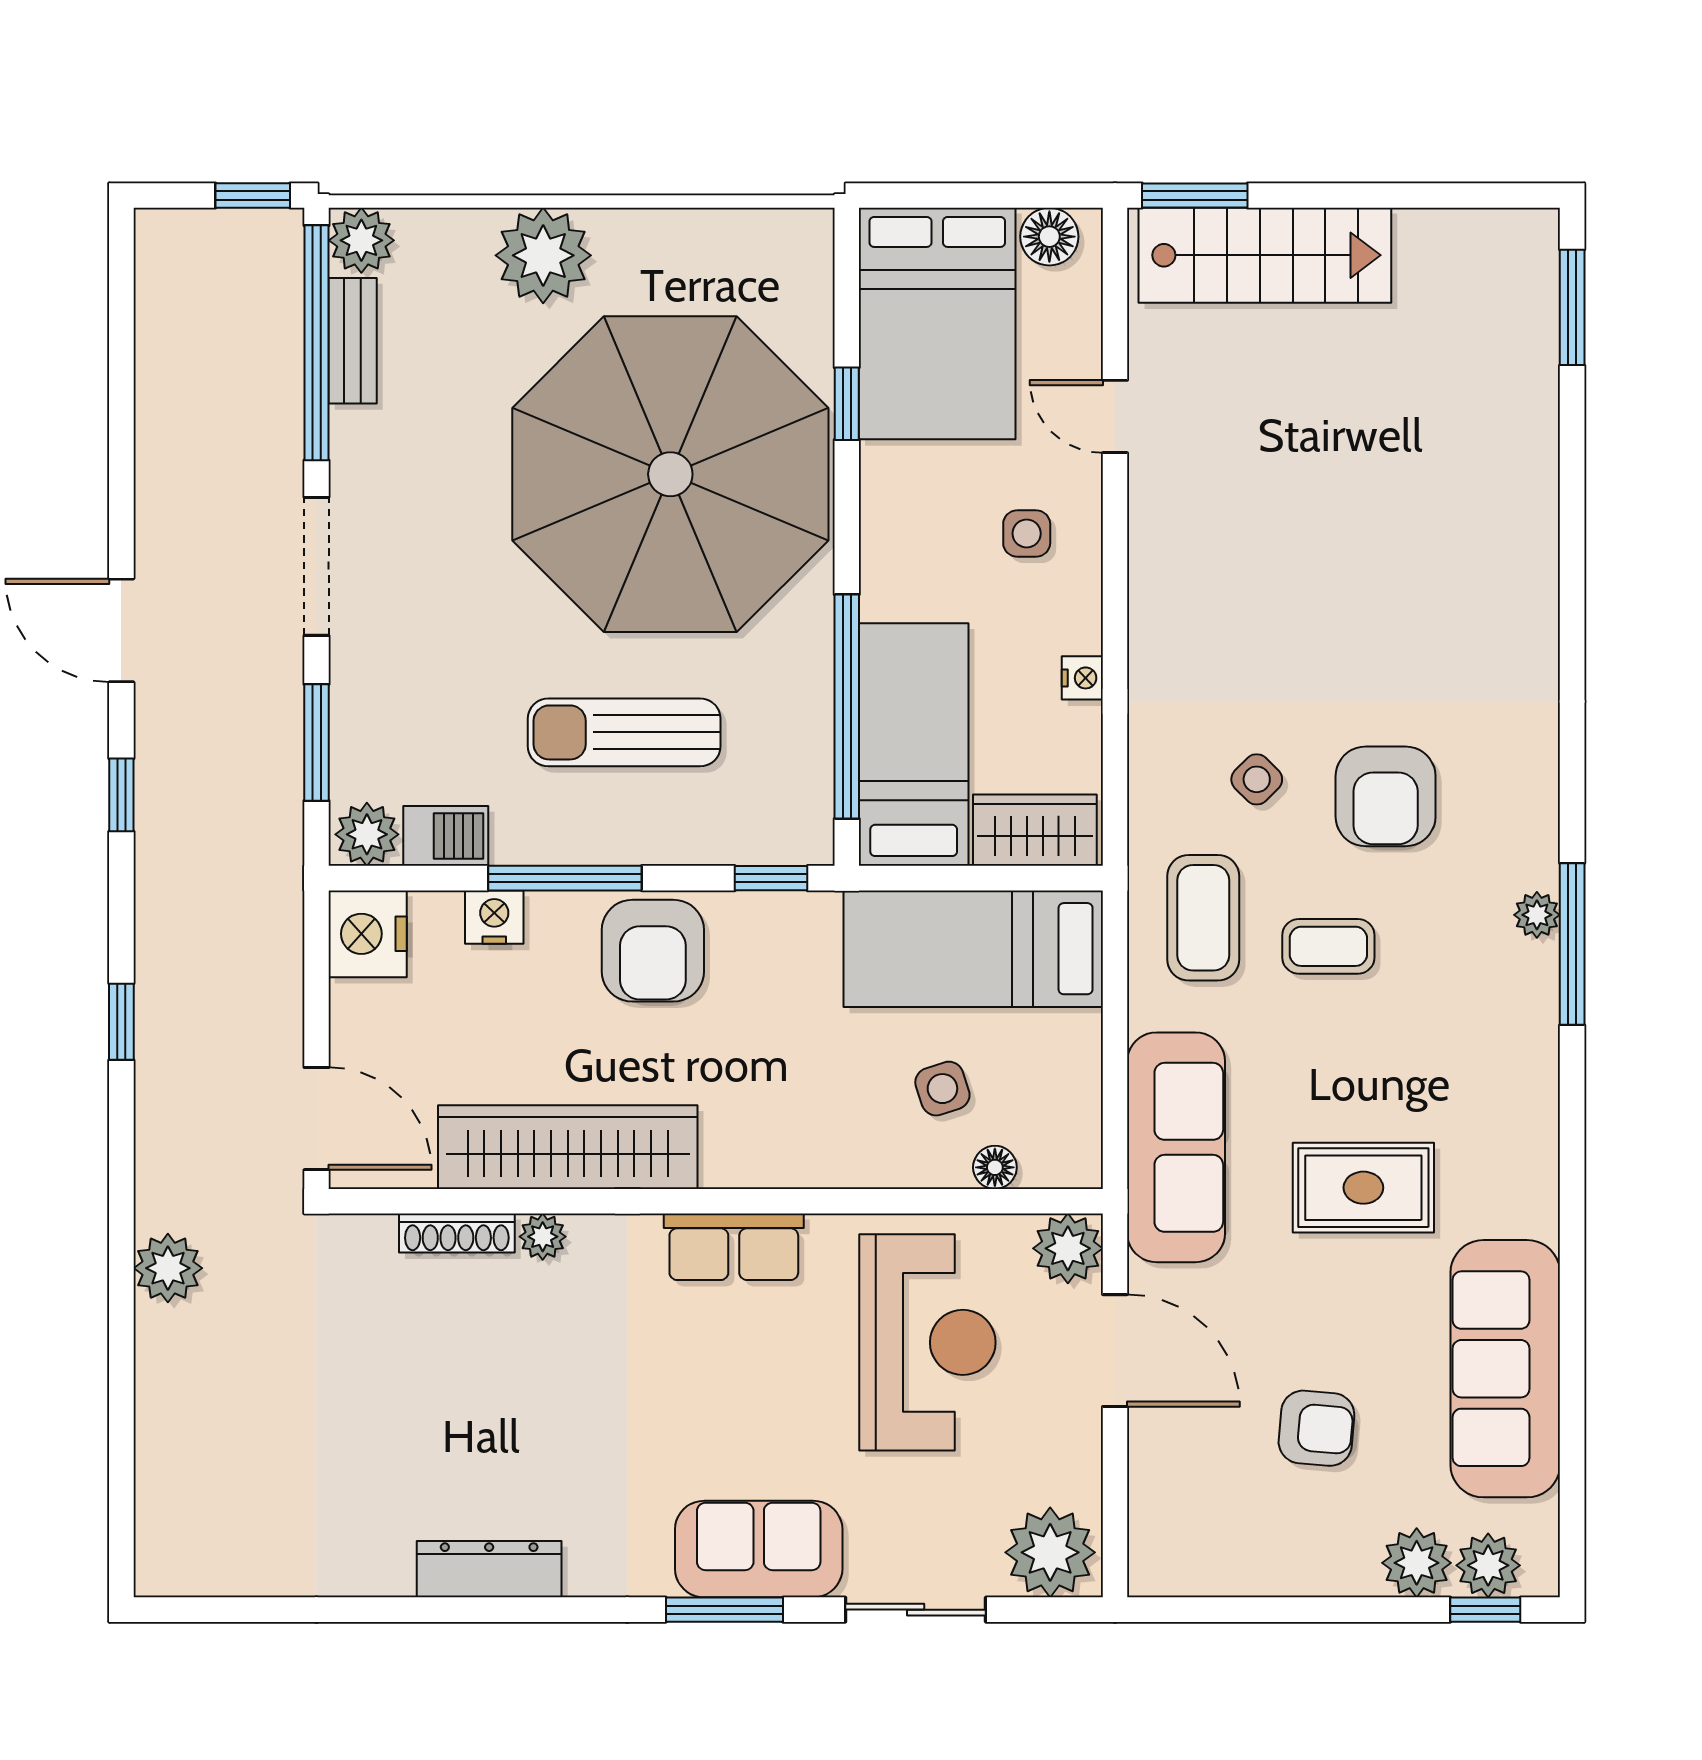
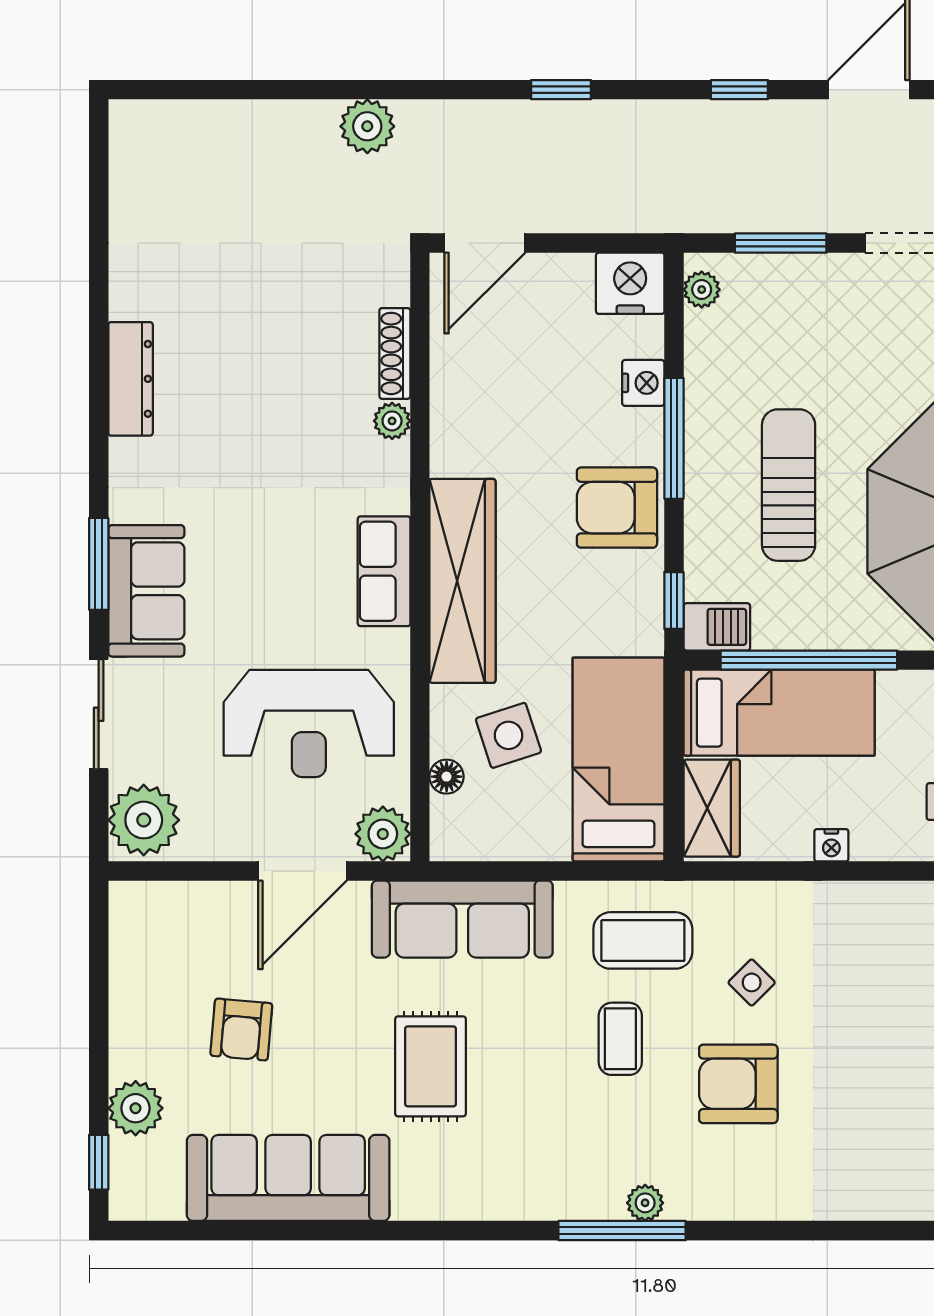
plant: (367, 834) -> (702, 290), width x0.73, depth x0.73
barbecue: (446, 836) -> (717, 627), moved, turned -90
side table: (942, 1089) -> (508, 735), width x1.37, depth x1.37
wardrobe: (568, 1147) -> (462, 581), moved
plant: (1488, 1565) -> (133, 1164), removed

